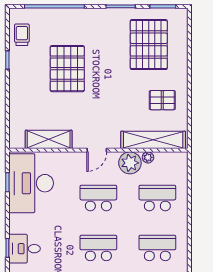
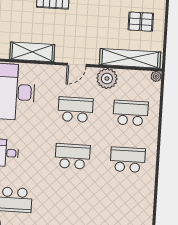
plant: (148, 157) -> (156, 76), moved

